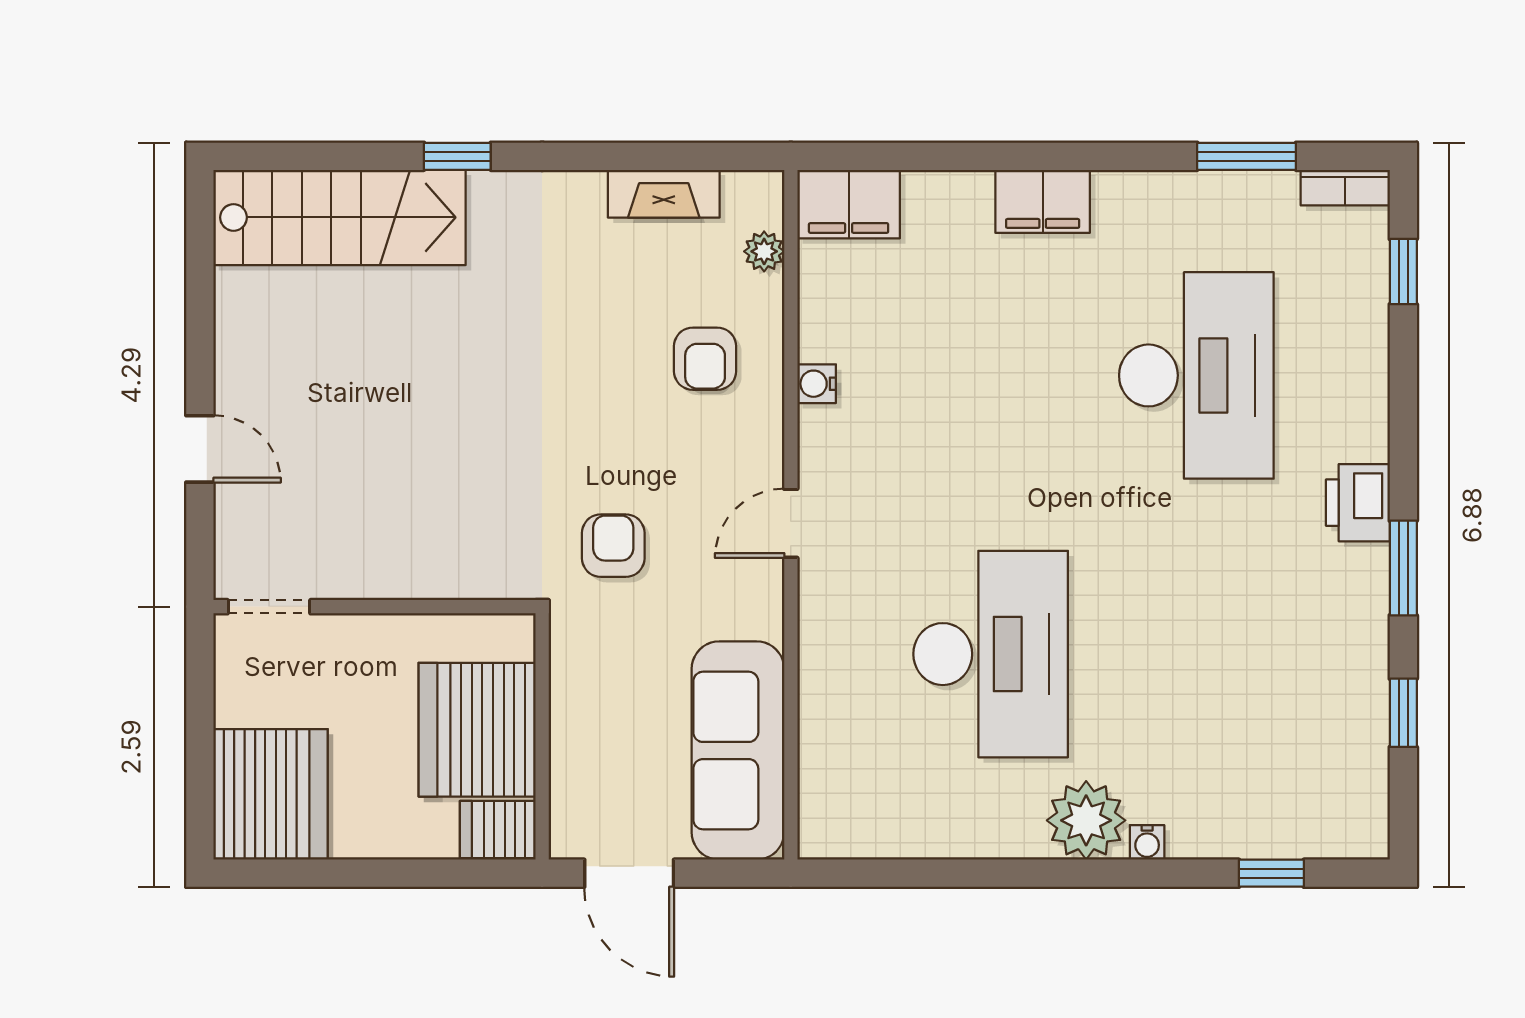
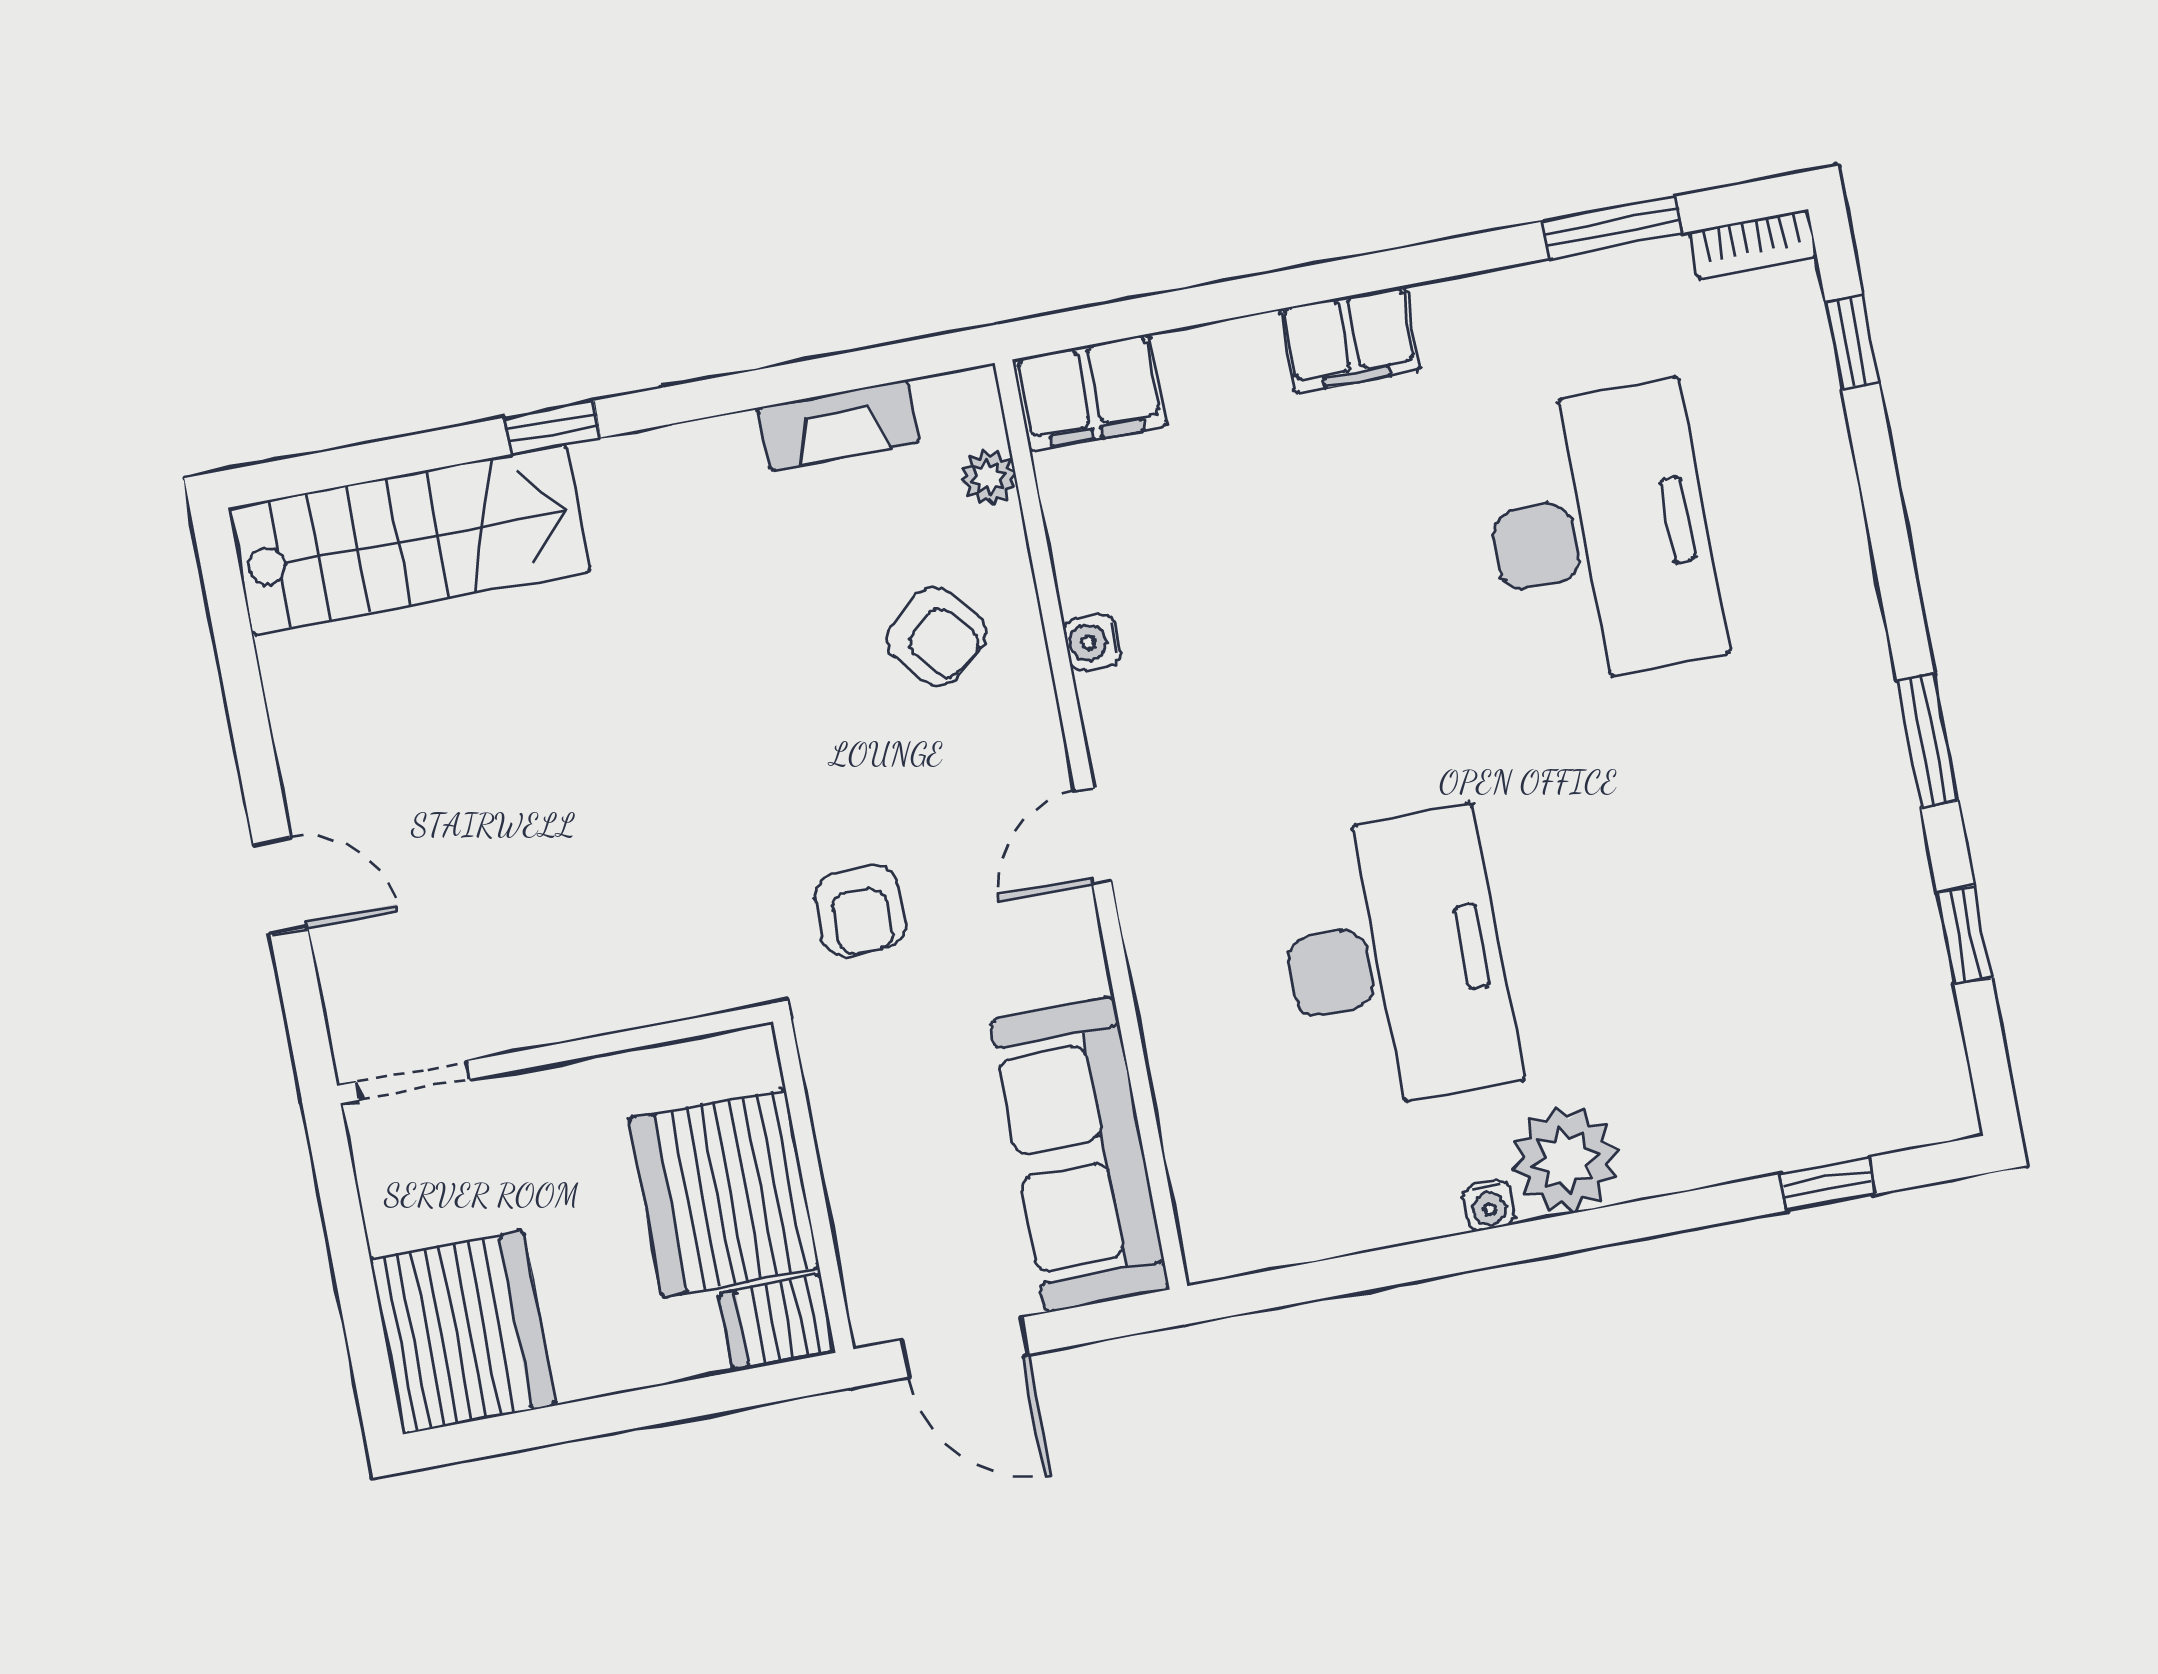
armchair: (705, 359) -> (936, 637), turned -40
printer: (1358, 503) -> (1850, 664), removed
armchair: (613, 546) -> (860, 911), turned 180
water cooler: (1147, 842) -> (1489, 1205), moved

